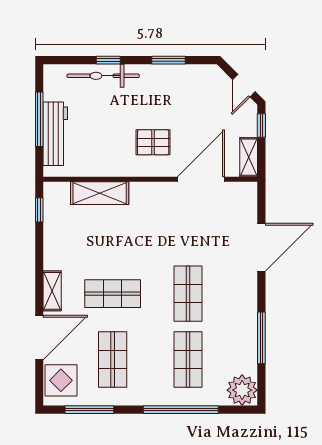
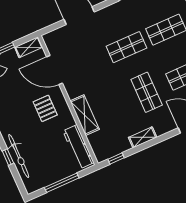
workbench: (55, 134) -> (78, 147), moved, turned -90
shelving: (100, 193) -> (85, 115), moved
shelving: (52, 291) -> (143, 137), moved

